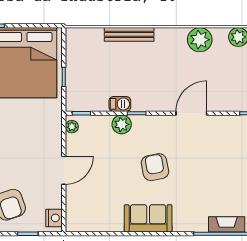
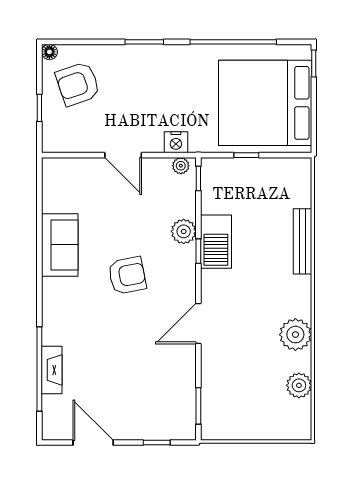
barbecue: (120, 104) -> (216, 242), width x1.88, depth x1.53
door: (191, 113) -> (198, 323), swing flipped
nightstand: (54, 218) -> (176, 142), moved
sofa: (148, 218) -> (60, 245), moved

